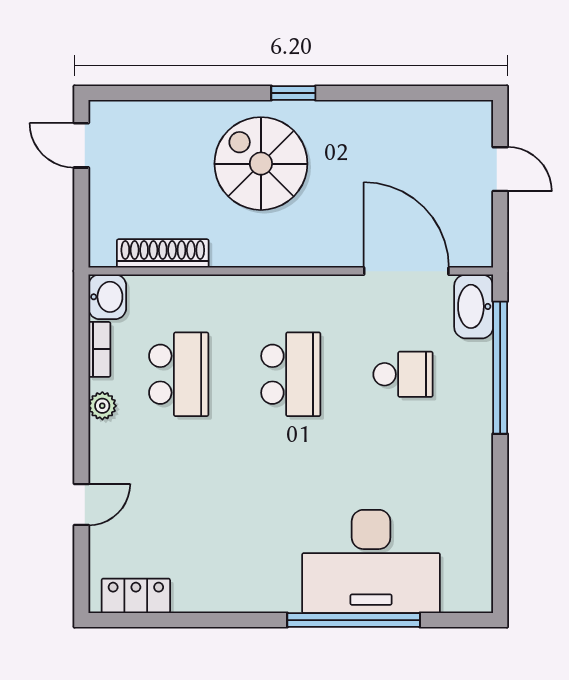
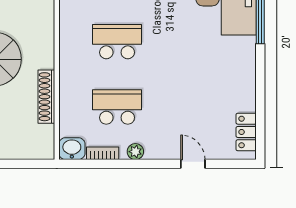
shoe rack: (163, 253) -> (46, 97), moved

